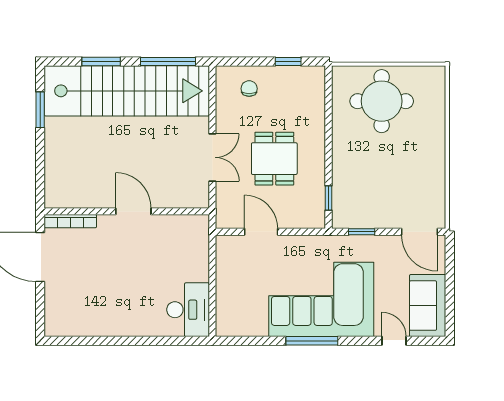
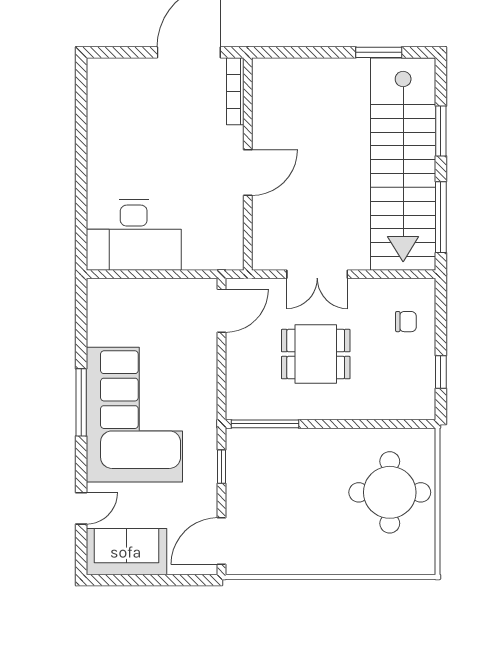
window: (329, 198) -> (265, 424), width x2.17
door: (261, 232) -> (222, 311), moved
desk: (188, 310) -> (134, 235), width x1.36, depth x1.30

